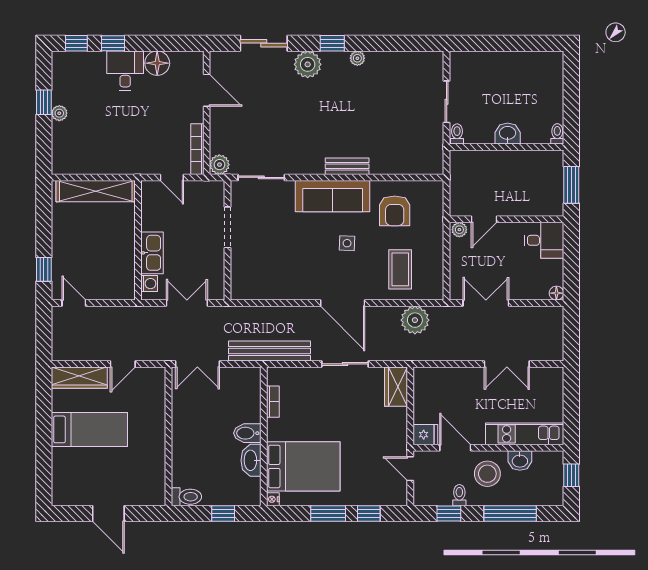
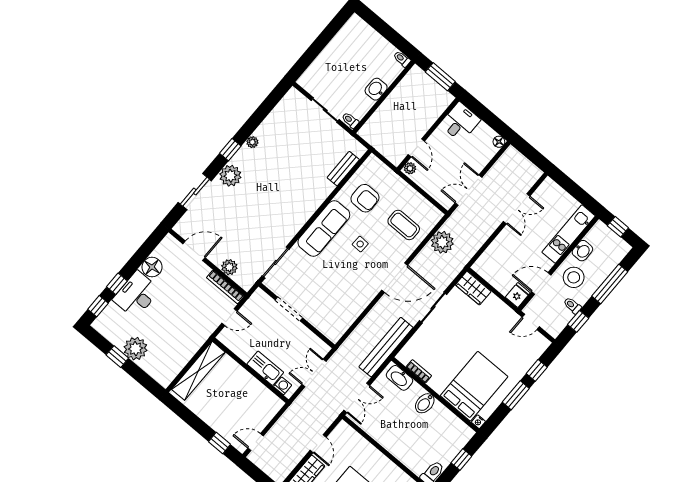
desk: (125, 71) -> (136, 295), width x1.37
plant: (59, 113) -> (136, 349), width x1.87, depth x1.87
plant: (219, 165) -> (229, 267), moved
bench: (347, 166) -> (343, 169), moved
washbasin: (251, 460) -> (400, 378), moved

